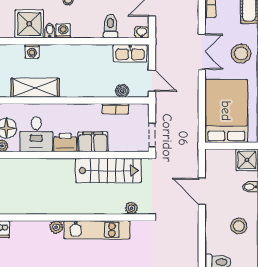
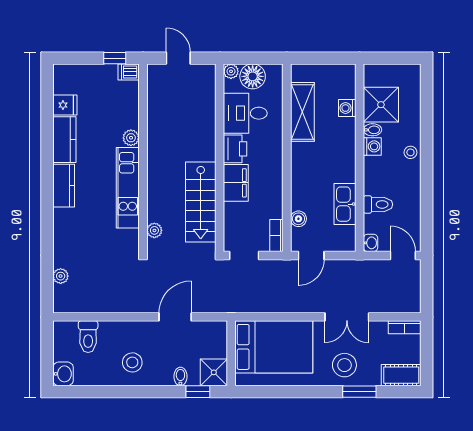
kitchen sink: (130, 53) -> (345, 204), moved
bookcase: (115, 109) -> (276, 236), moved

